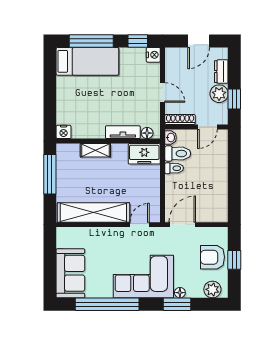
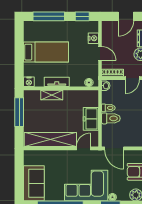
nightstand: (153, 55) -> (93, 38), moved
bed: (87, 61) -> (46, 52), moved
tv unit: (123, 132) -> (57, 82), moved
freezer: (144, 154) -> (91, 119), moved, turned 90
toilet: (178, 154) -> (111, 118), moved
door: (182, 225) -> (114, 148), swing flipped

